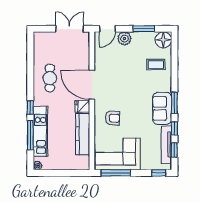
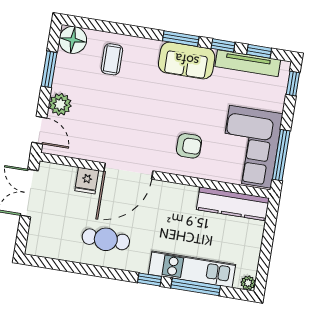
fridge: (82, 106) -> (87, 181), moved
armchair: (112, 118) -> (189, 146), turned 87
kitchen counter: (83, 134) -> (233, 204), moved

